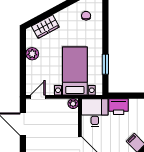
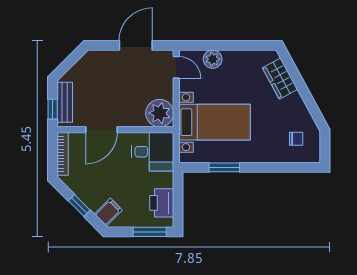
plant: (32, 54) -> (213, 59), moved
plant: (73, 104) -> (160, 113), width x1.88, depth x1.88
printer: (119, 107) -> (162, 203), moved

